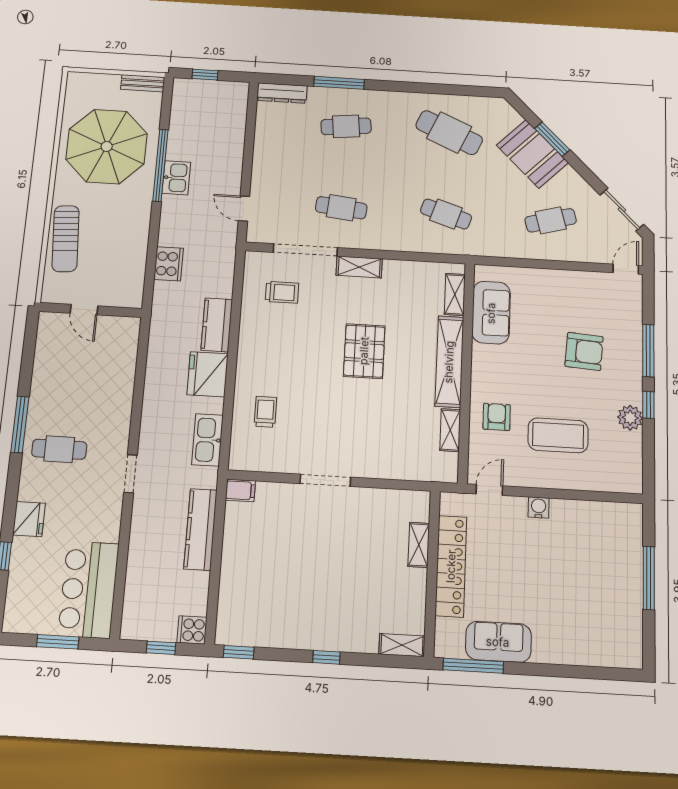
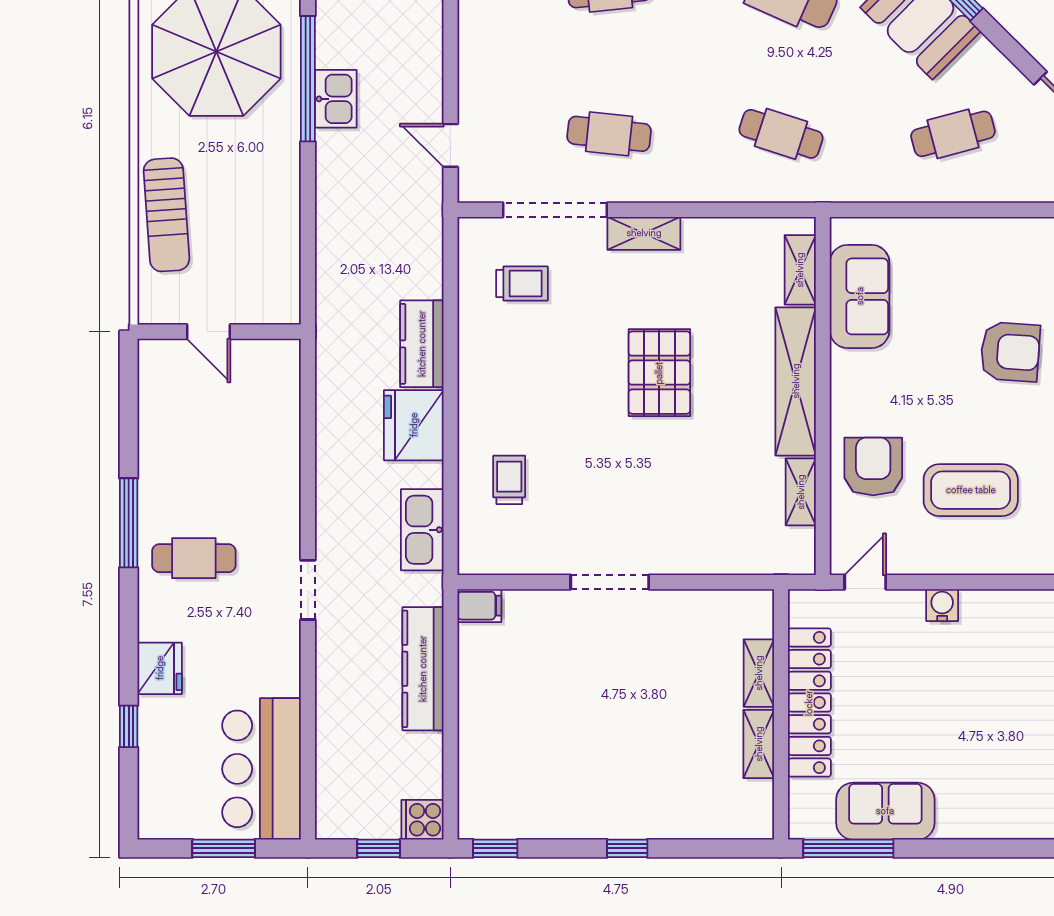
cooker: (169, 264) -> (336, 247), removed
armchair: (497, 417) -> (873, 466), width x1.38, depth x1.38
shelving: (402, 645) -> (759, 744), moved, turned 90

